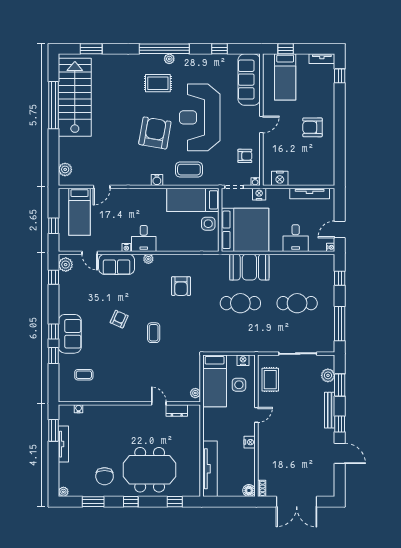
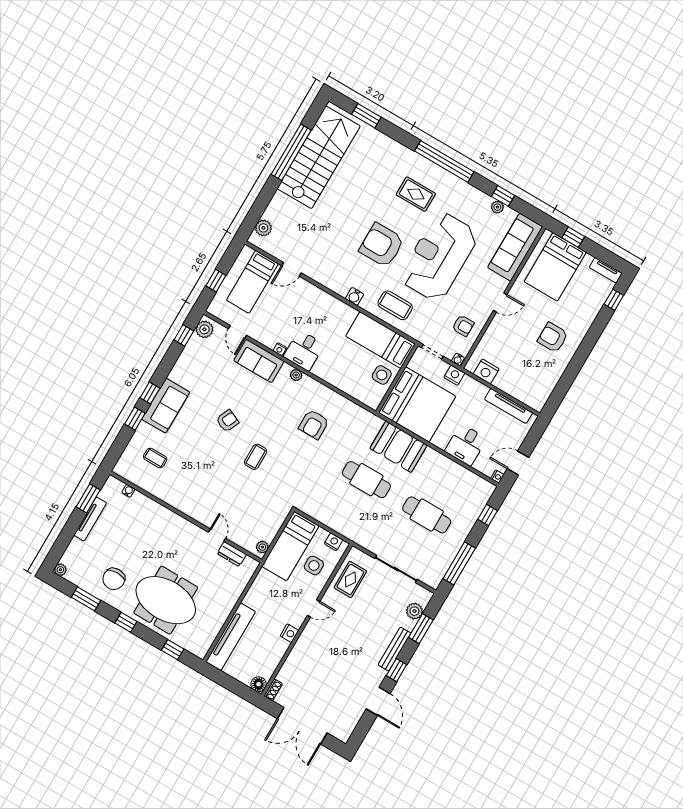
plant: (169, 59) -> (497, 207), moved
bed: (285, 77) -> (555, 267), width x1.50
armchair: (155, 133) -> (382, 245), turned -100

